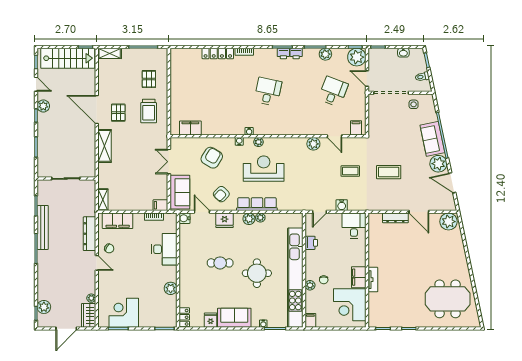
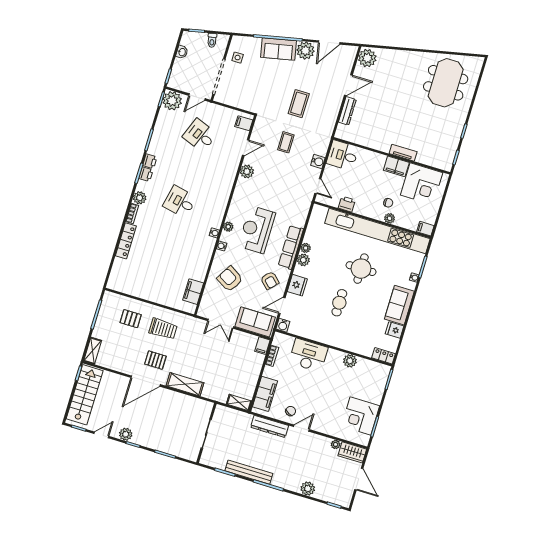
plant: (325, 54) -> (140, 198), moved
plant: (44, 307) -> (308, 489), moved

